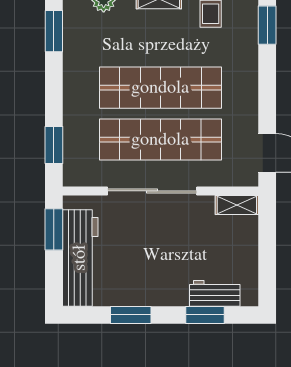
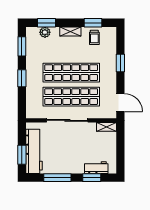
window: (267, 25) -> (120, 63), moved
window: (54, 145) -> (22, 78), moved
window: (54, 229) -> (22, 155), moved
window: (131, 315) -> (57, 178), width x1.44

